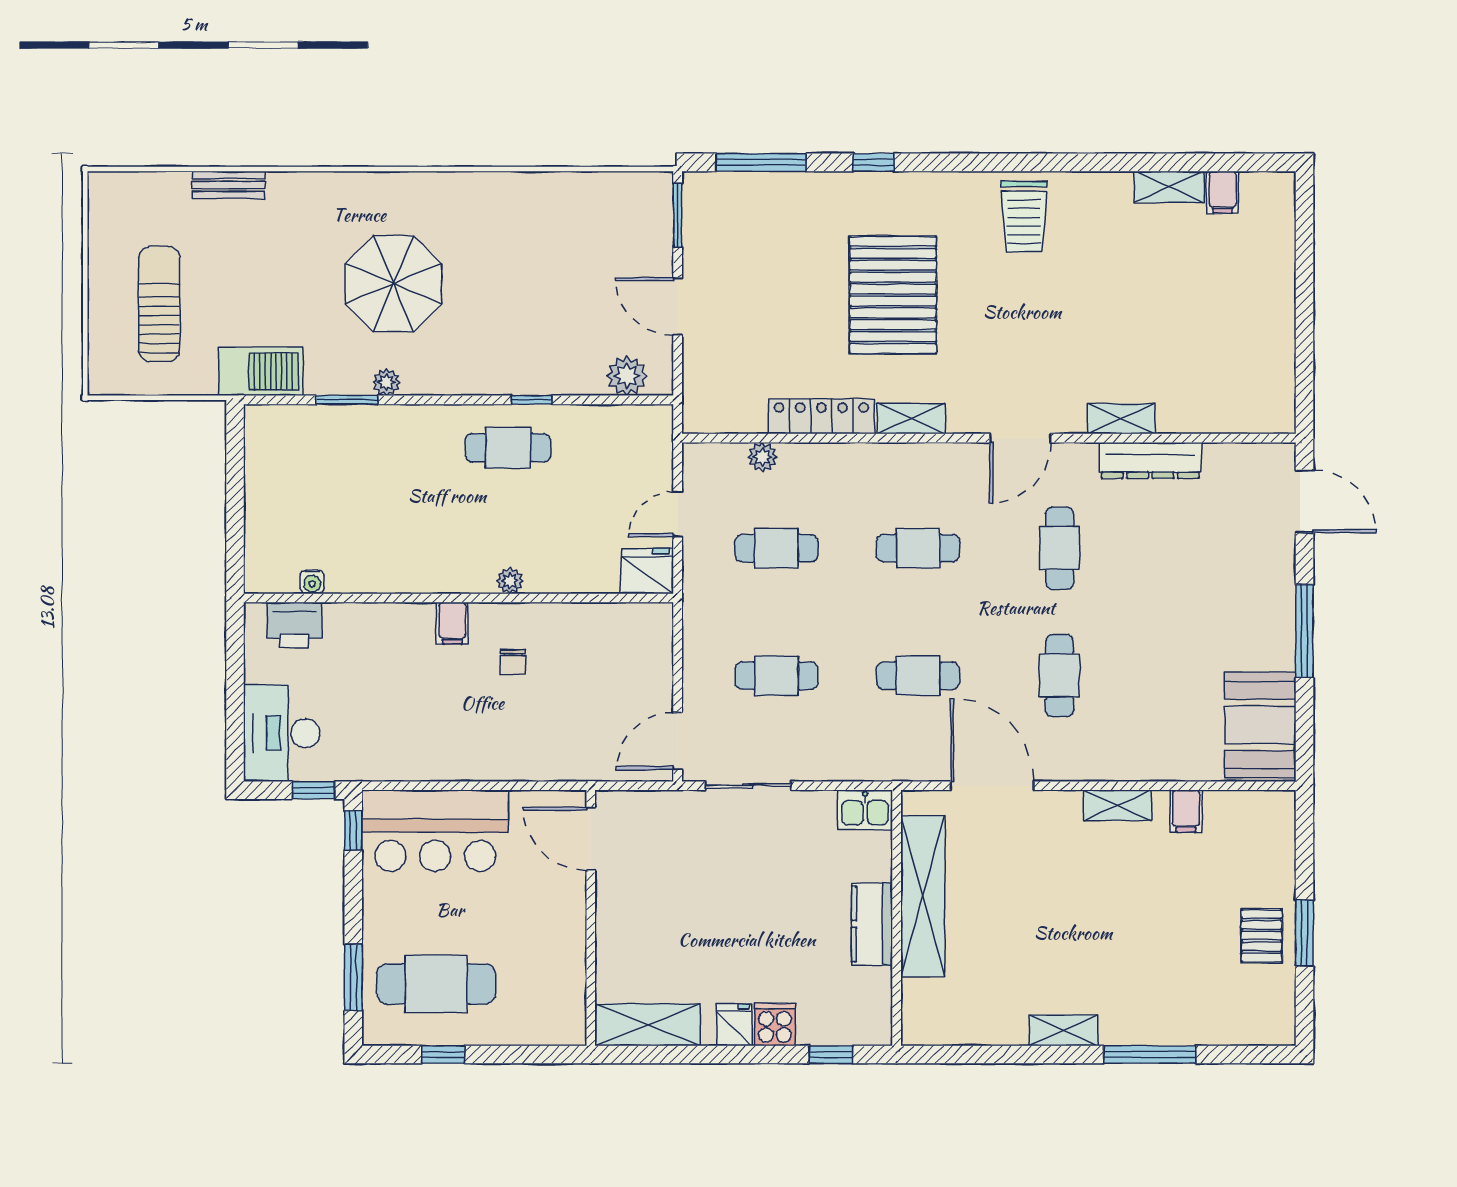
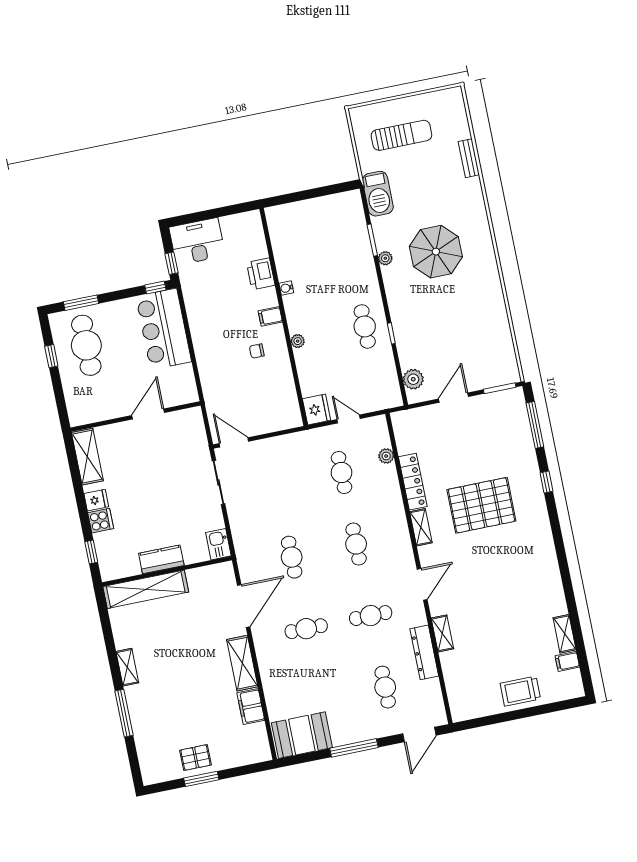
trolley: (1024, 217) -> (520, 691), moved
door: (1020, 438) -> (422, 584), swing flipped
water cooler: (312, 582) -> (286, 288), moved
printer: (294, 625) -> (261, 274), moved
cafe table: (777, 676) -> (385, 687), moved
shelving: (1117, 805) -> (242, 663), width x1.50, depth x1.33
filing cabinet: (1186, 811) -> (251, 706), width x2.00
door: (591, 839) -> (148, 414), moved
shelving: (923, 896) -> (146, 589), moved

